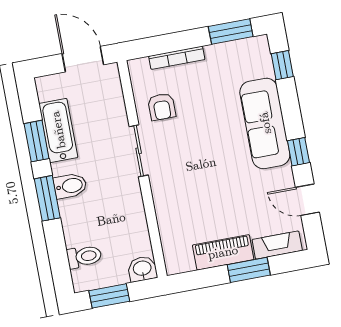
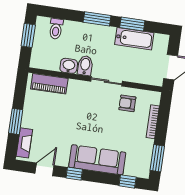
bidet: (70, 186) -> (85, 66), moved, turned 180
piano: (223, 252) -> (49, 84), moved, turned 90
washbasin: (142, 269) -> (69, 66), moved, turned -90

